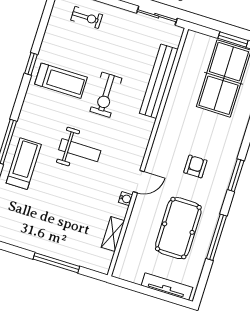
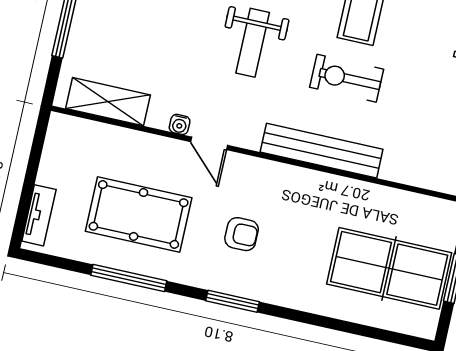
bench: (159, 81) -> (322, 151), moved
shelving: (113, 234) -> (108, 102), width x1.50, depth x1.33
tv unit: (167, 287) -> (39, 215), width x0.71

